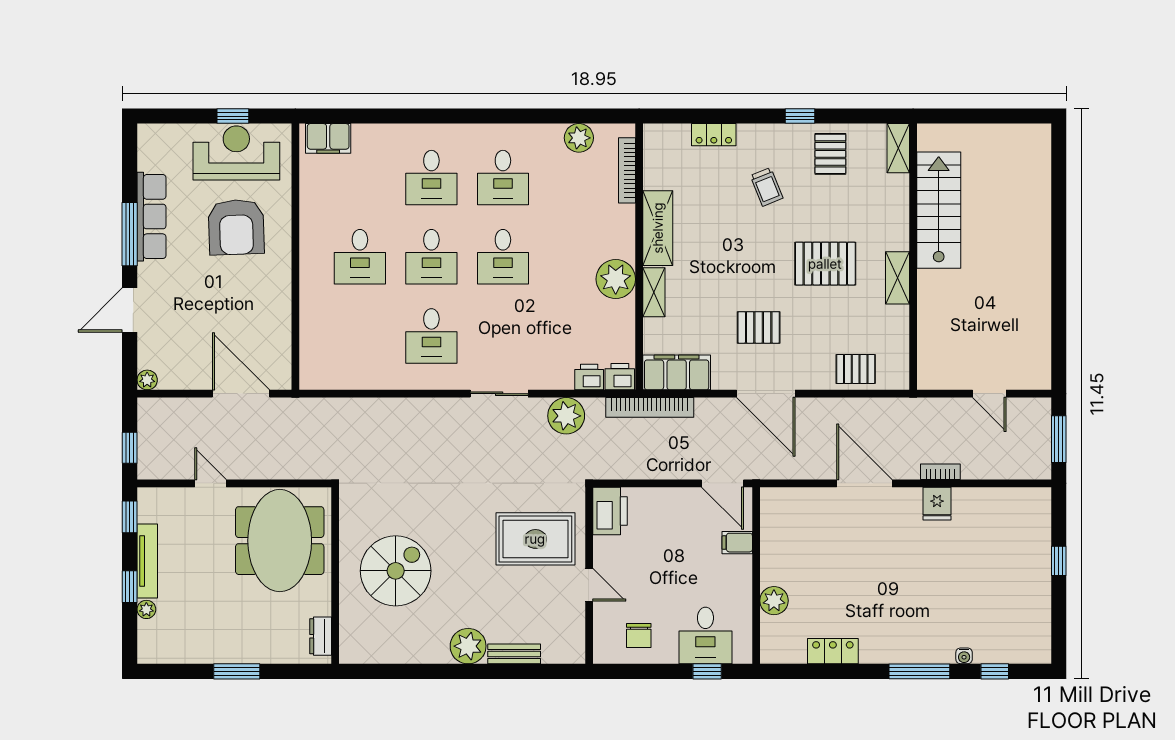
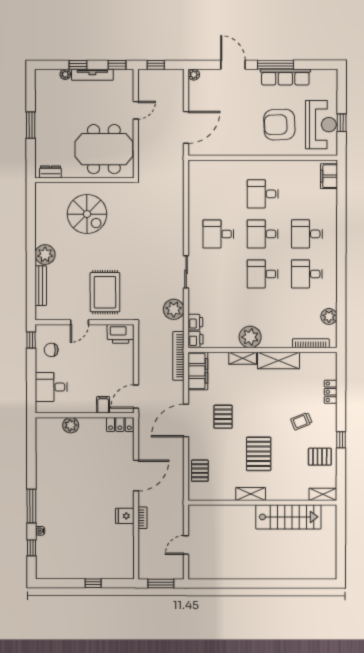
locker: (833, 651) -> (120, 424), moved, turned 90
bench: (514, 654) -> (41, 286), width x1.36
window: (707, 671) -> (31, 340), moved

